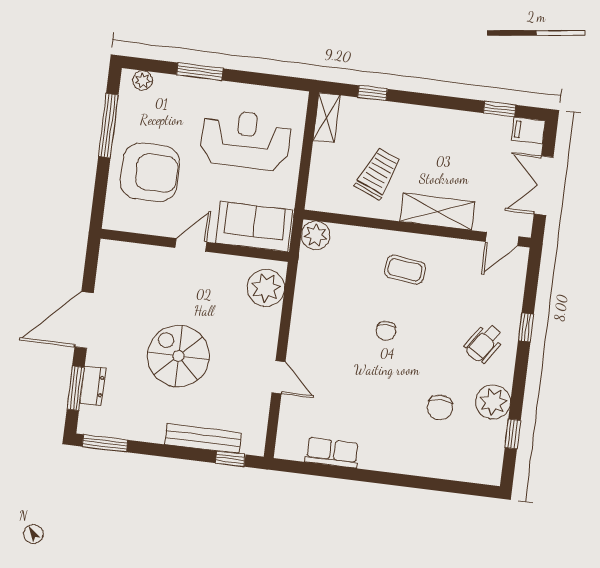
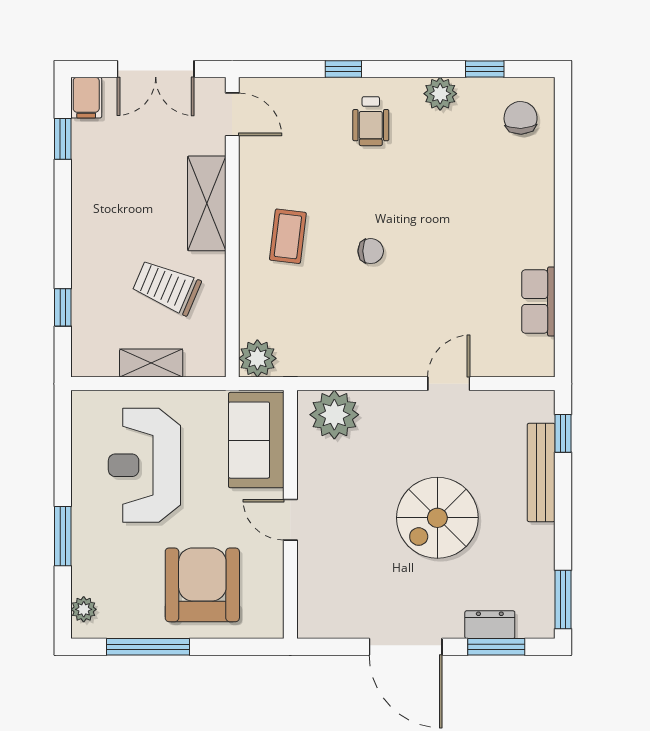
shelving: (327, 118) -> (151, 363), moved
wheelchair: (484, 343) -> (371, 121), turned 56
plant: (493, 402) -> (440, 94), width x0.73, depth x0.73
chair: (440, 408) -> (521, 118), moved, turned -92

